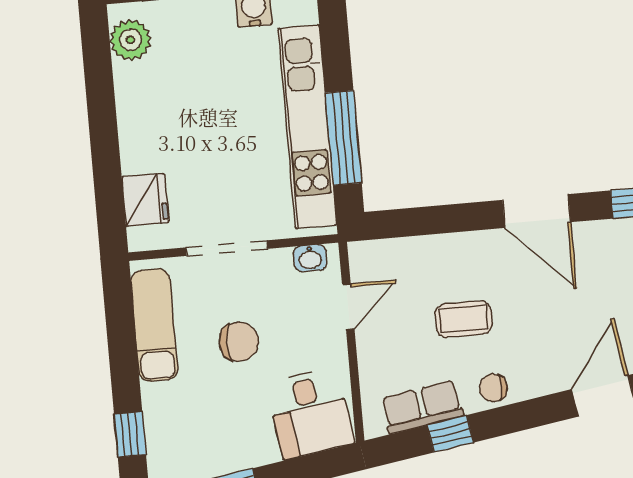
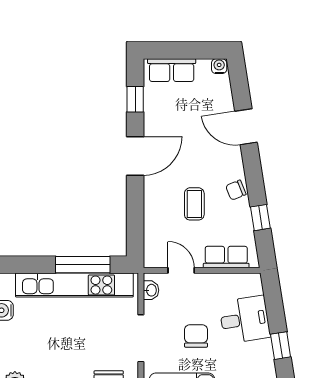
chair: (493, 388) -> (236, 190), turned 68
row of seats: (422, 407) -> (226, 257), moved, turned 99
desk: (310, 413) -> (245, 320), moved

